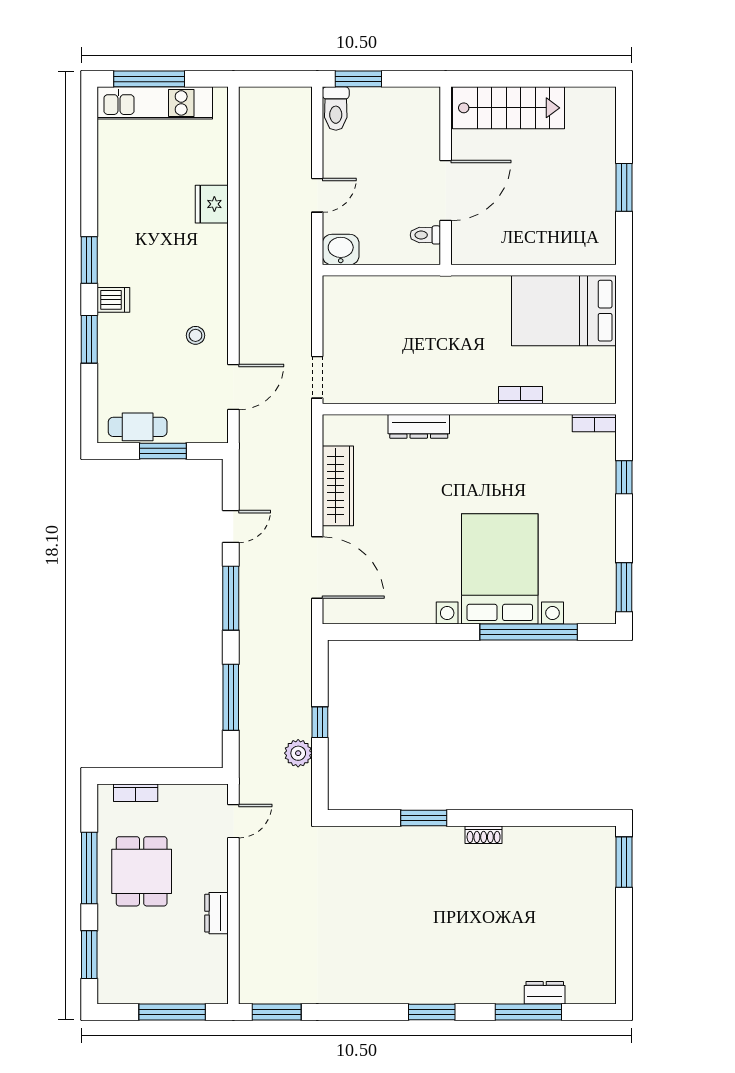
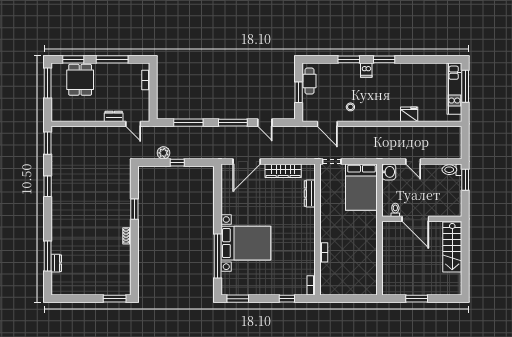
bed: (564, 311) -> (361, 187), moved, turned 180
dresser: (419, 426) -> (310, 193), moved
dining table: (142, 871) -> (80, 80), moved, turned 90
dresser: (216, 913) -> (114, 116), moved
window: (172, 1012) -> (48, 83), moved
window: (432, 1012) -> (48, 186), moved

